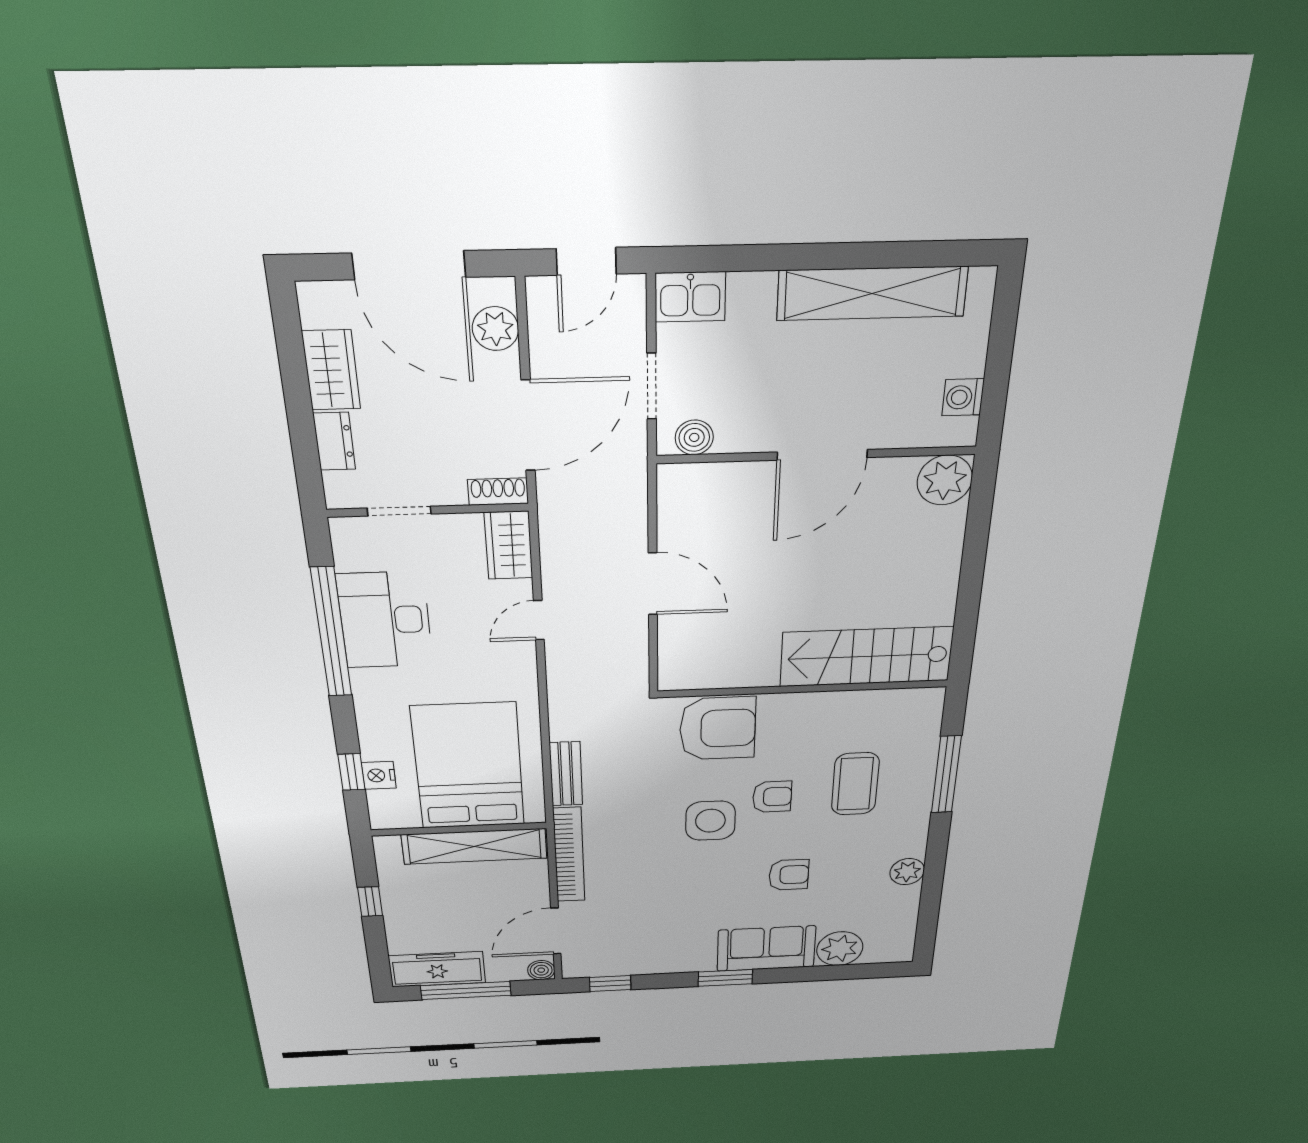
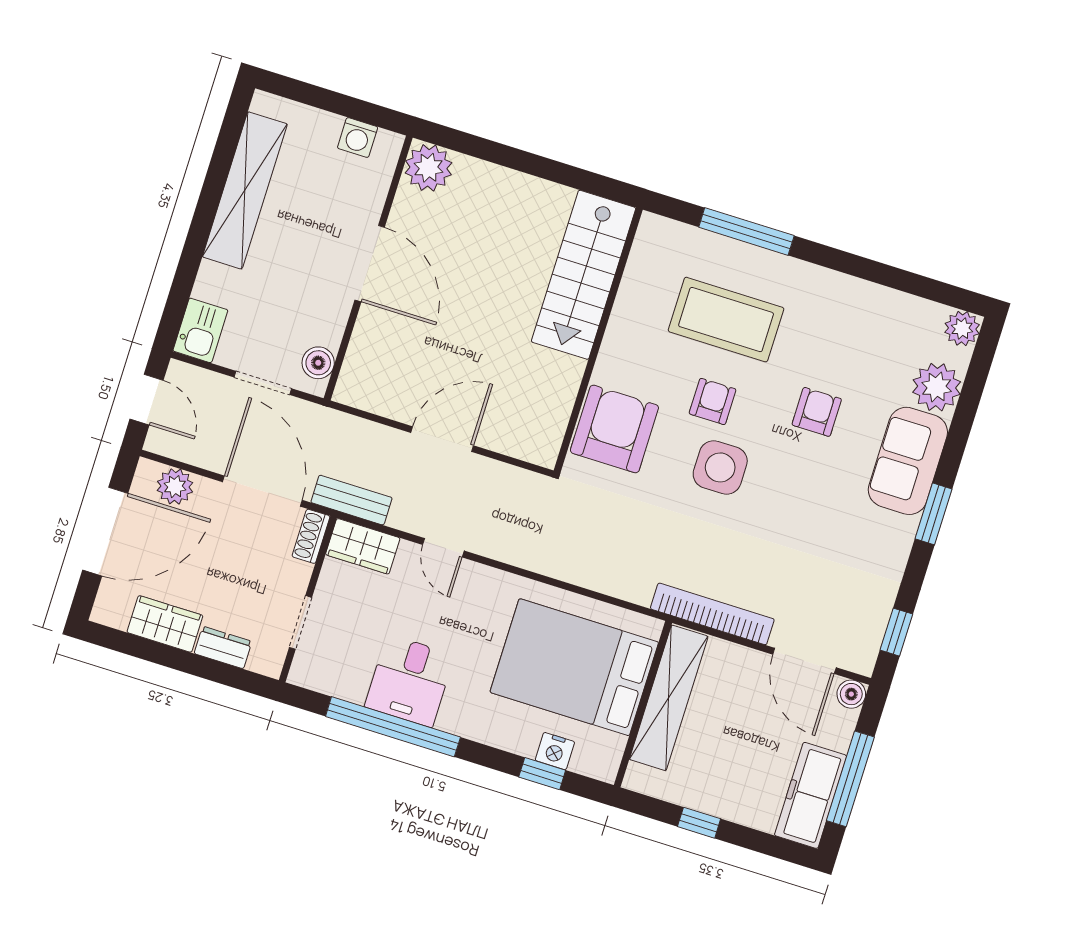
desk: (385, 620) -> (410, 681), width x0.73
bench: (566, 774) -> (351, 500), moved
coffee table: (855, 784) -> (726, 320), width x1.36, depth x1.32
plant: (907, 872) -> (962, 328), moved

